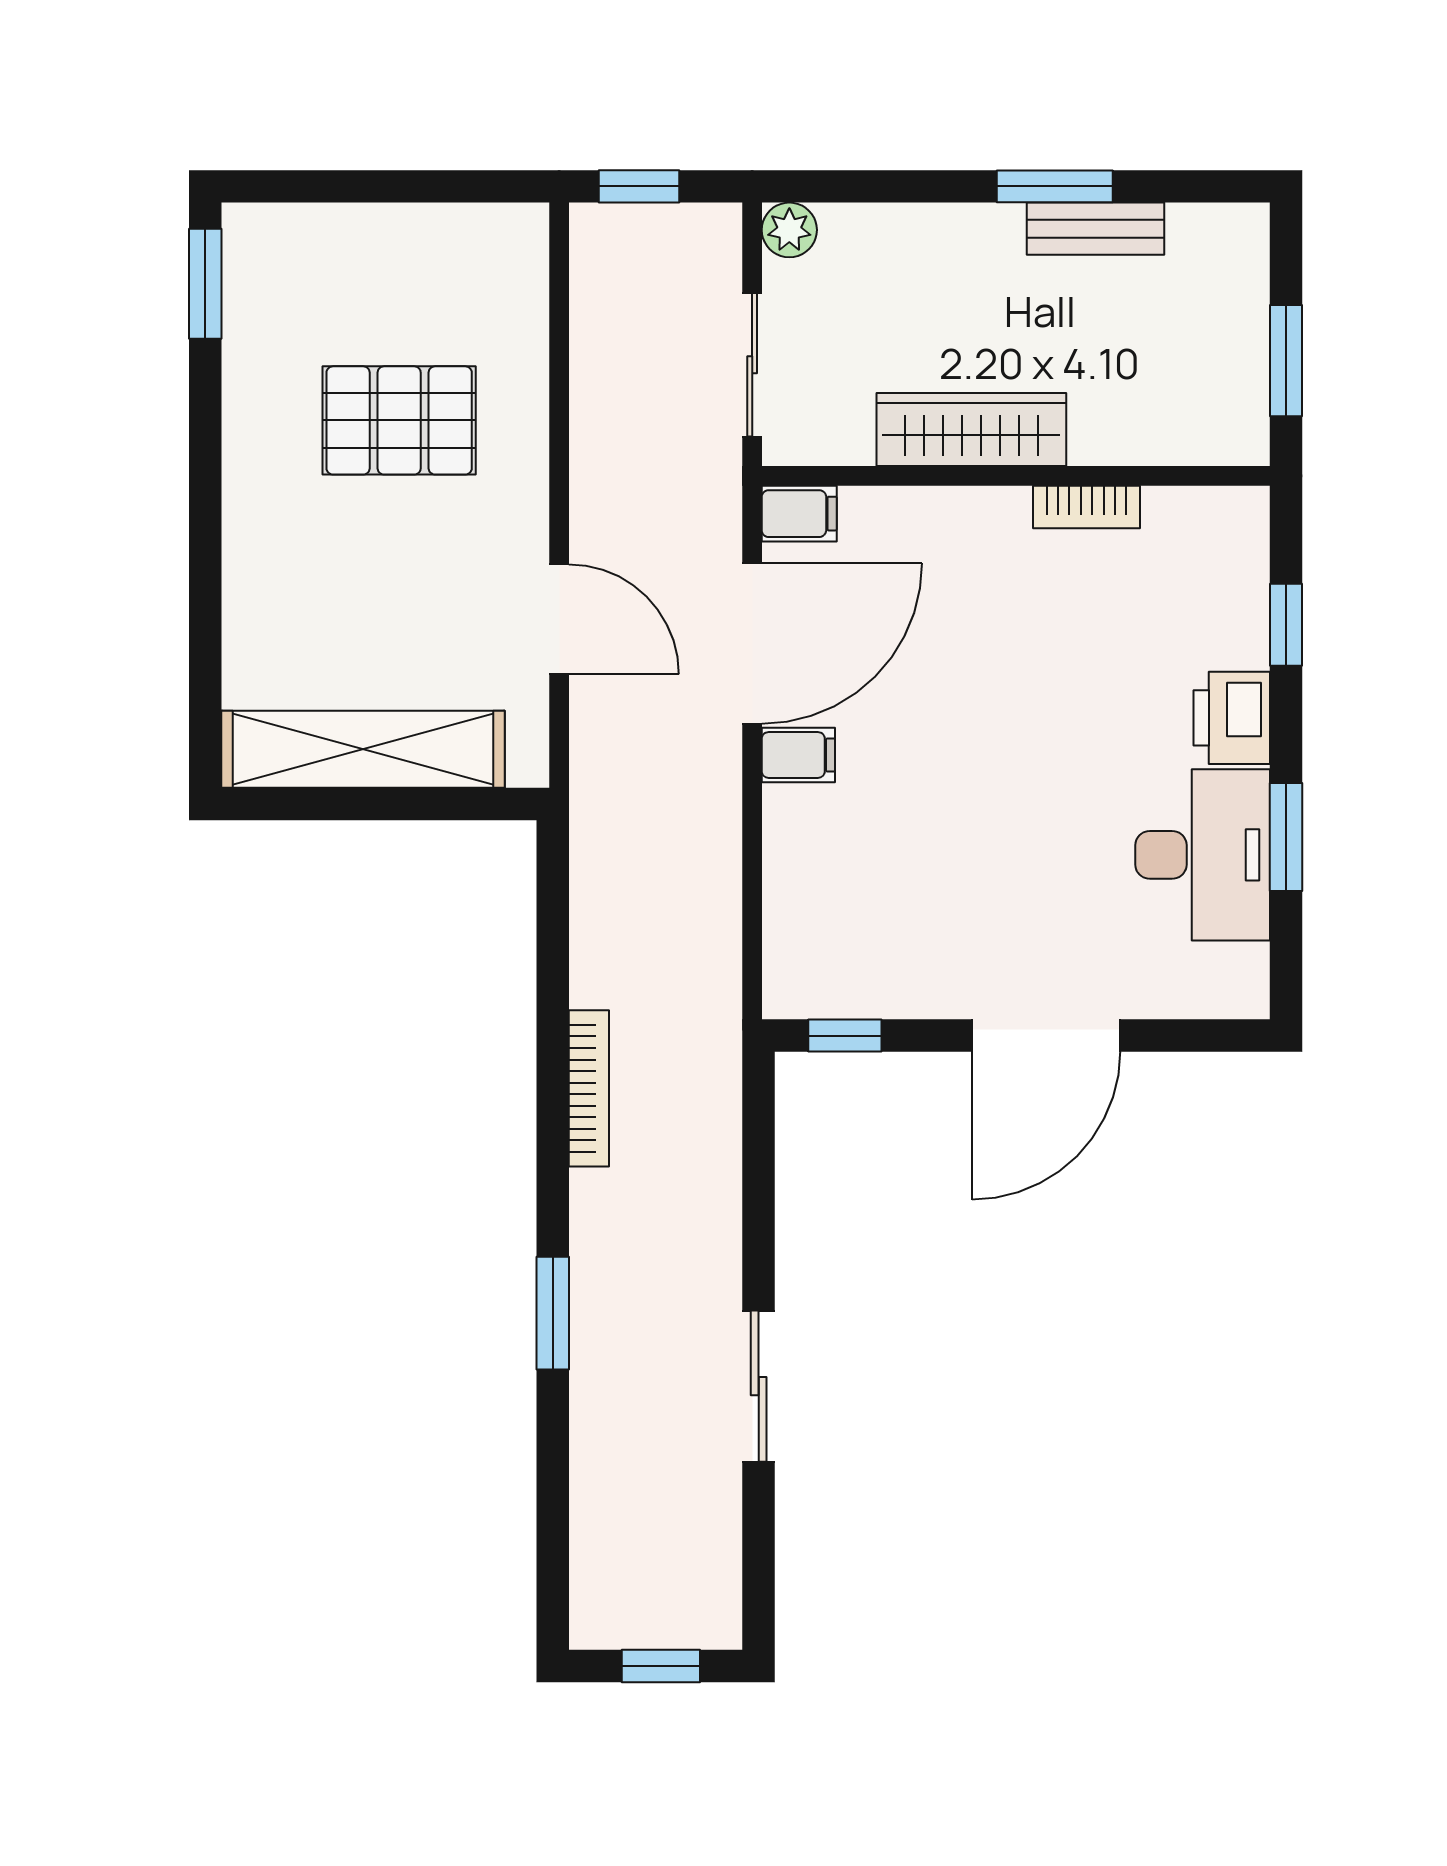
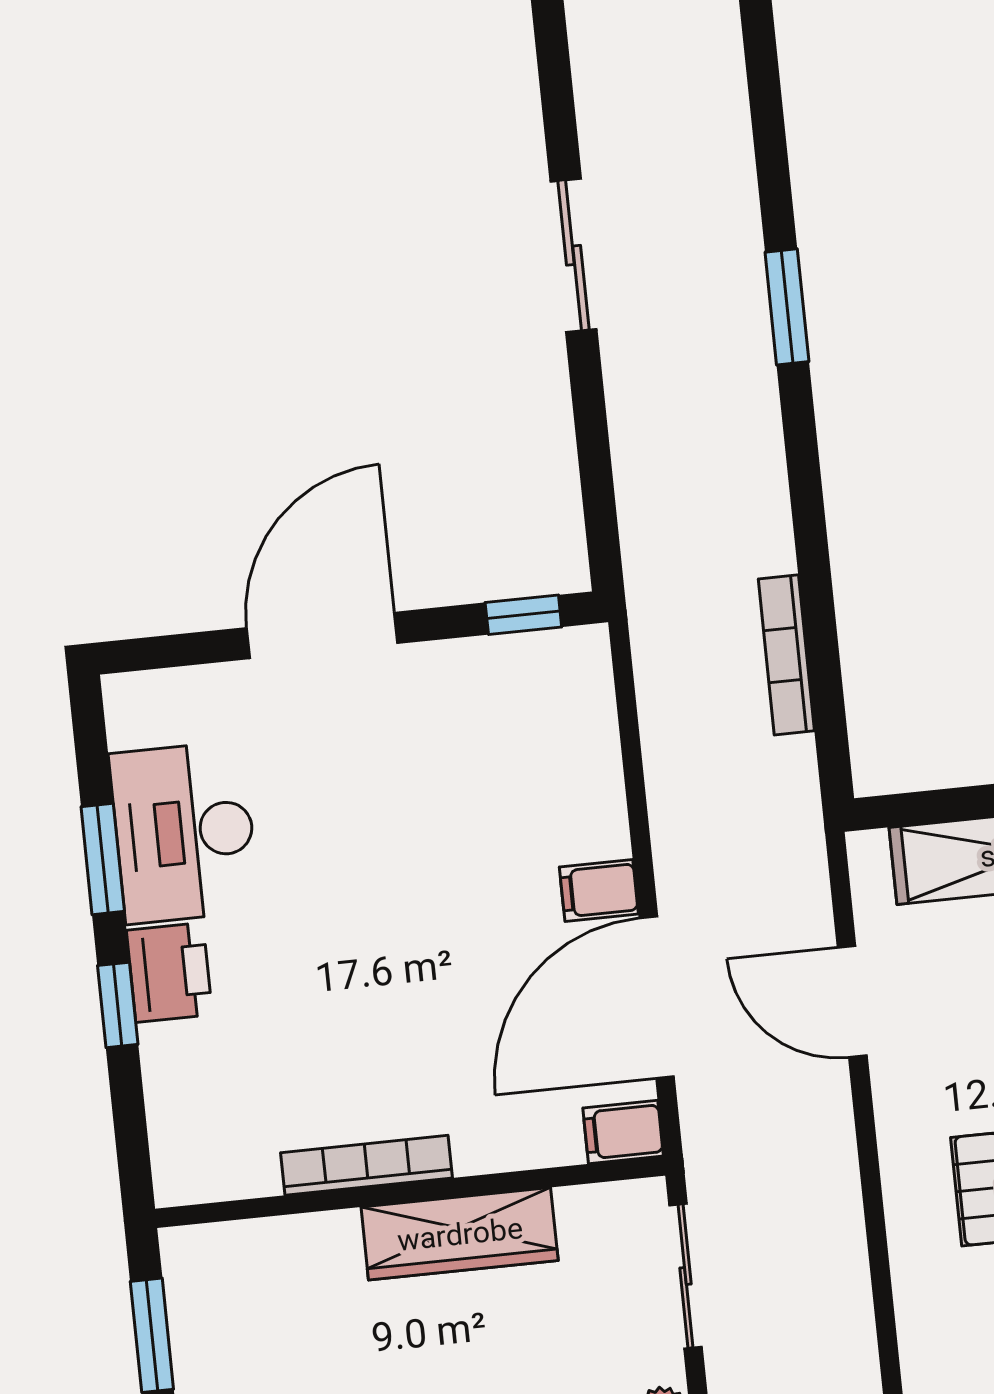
bookcase: (1087, 507) -> (366, 1165), width x1.56
window: (1286, 625) -> (118, 1005), moved
bookcase: (589, 1088) -> (786, 655), moved

